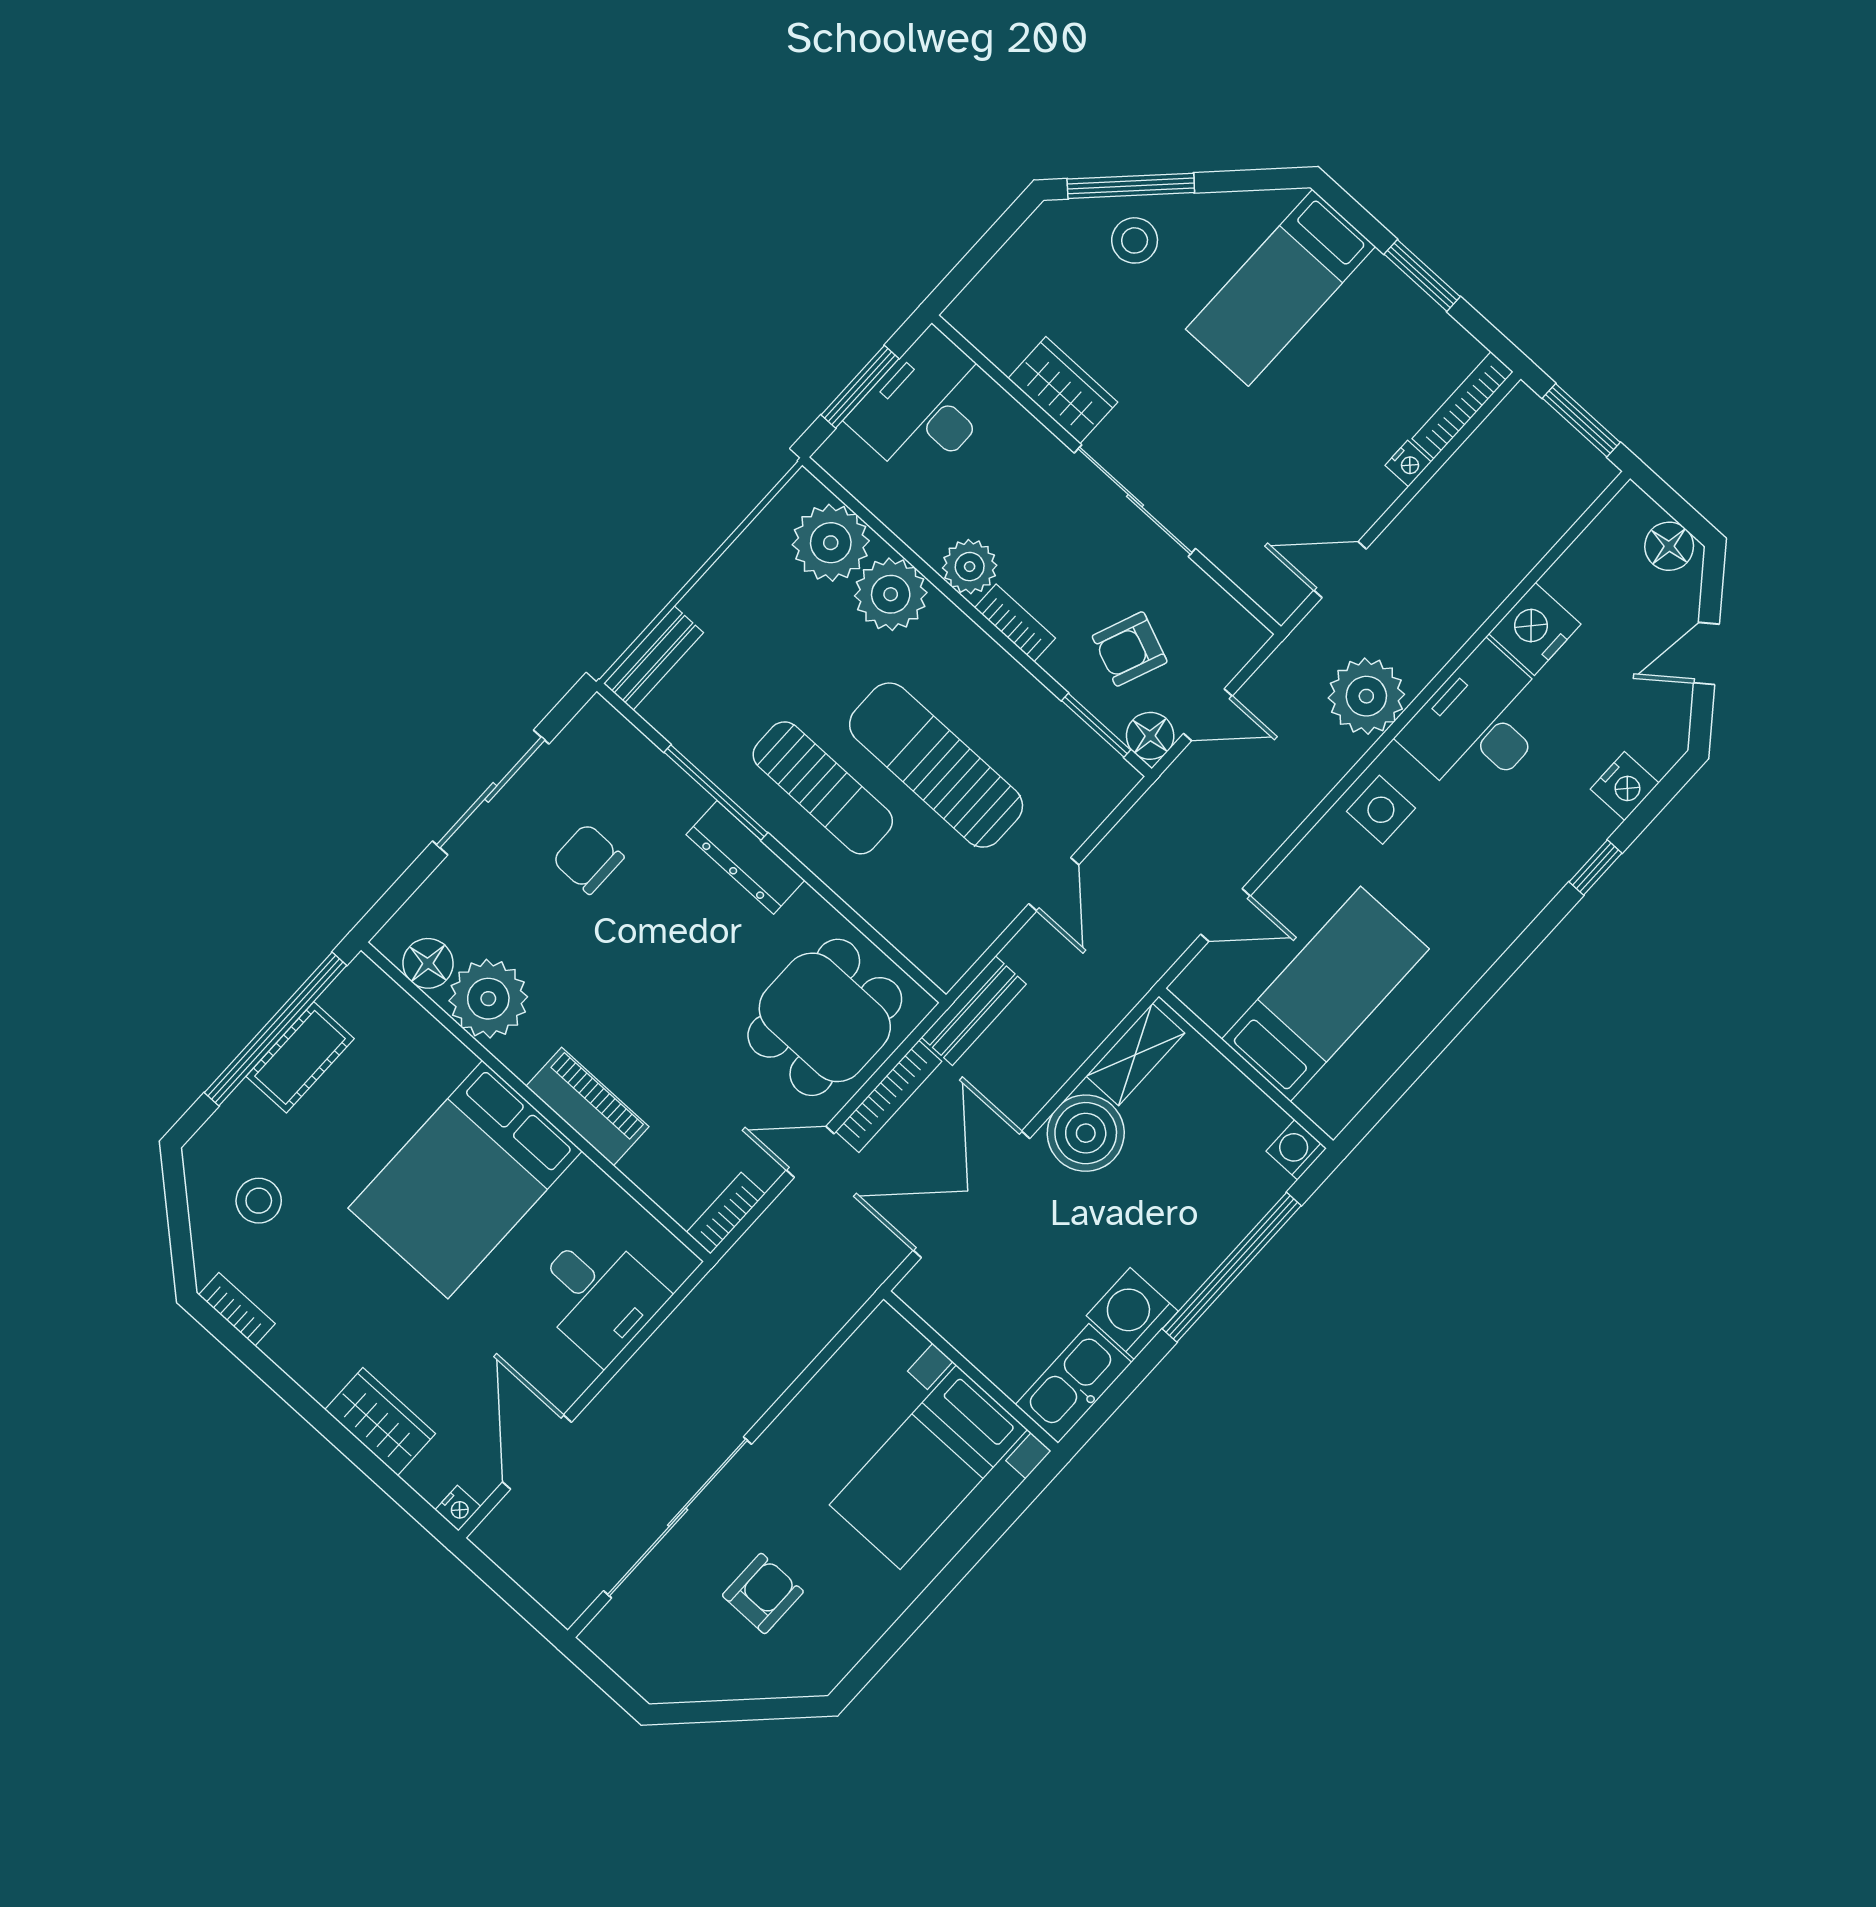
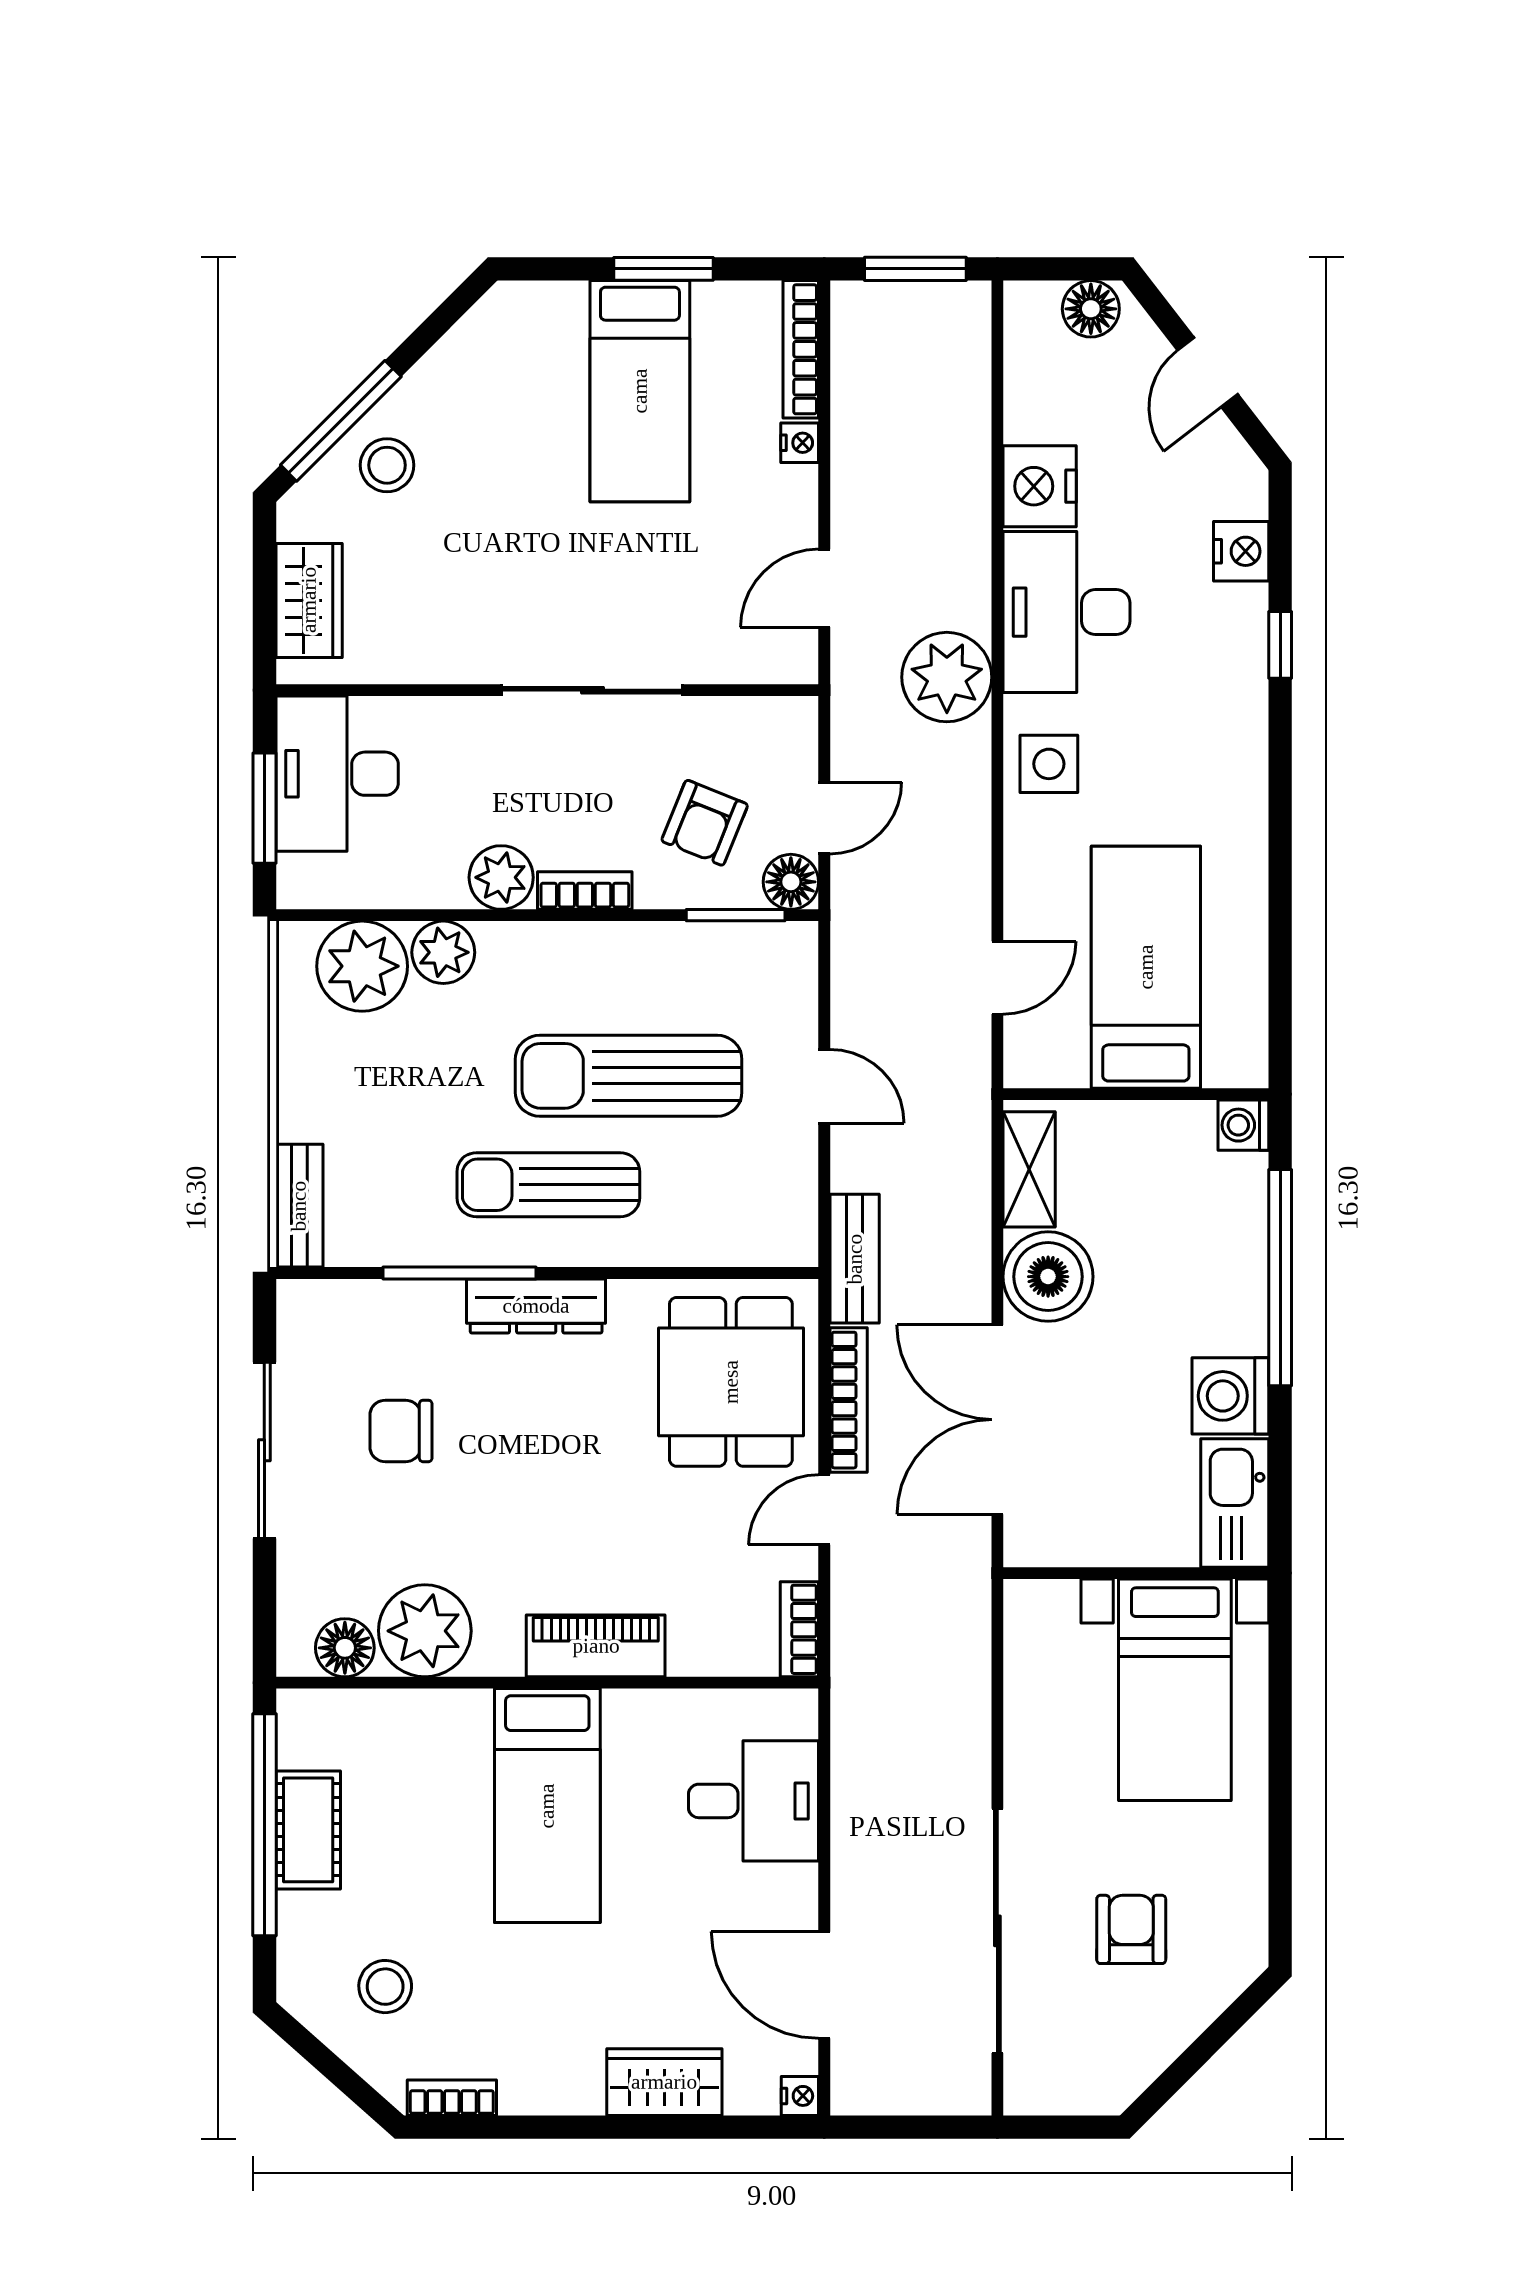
bed: (1281, 288) -> (640, 391), moved
wardrobe: (1063, 390) -> (309, 600), moved, turned 90
plant: (891, 594) -> (443, 952), width x0.73, depth x0.73
sun lounger: (823, 788) -> (548, 1185), turned 180
bed: (465, 1180) -> (547, 1806), width x0.67

